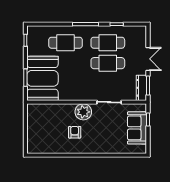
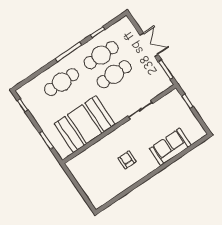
booth: (42, 78) -> (85, 124), moved, turned 90
dresser: (141, 88) -> (161, 76), removed
plant: (83, 112) -> (122, 135), removed
sofa: (137, 128) -> (170, 147), moved, turned 90

